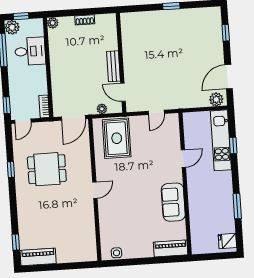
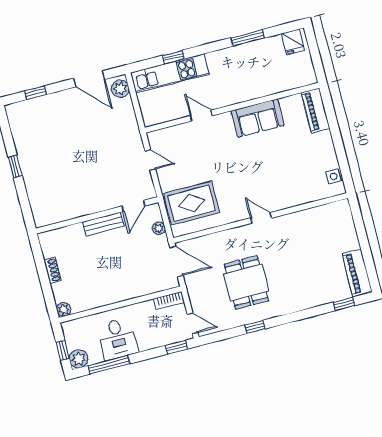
desk: (30, 51) -> (117, 339), moved, turned 180

